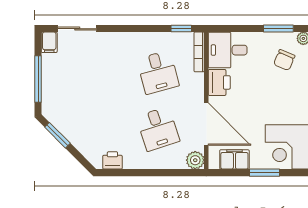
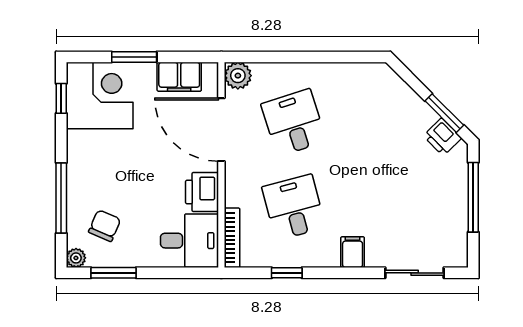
window: (181, 29) -> (287, 273), moved
filing cabinet: (49, 42) -> (353, 252), moved
printer: (112, 160) -> (442, 137), moved, turned 45

